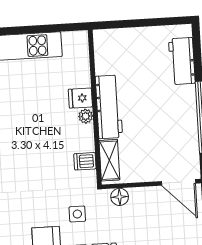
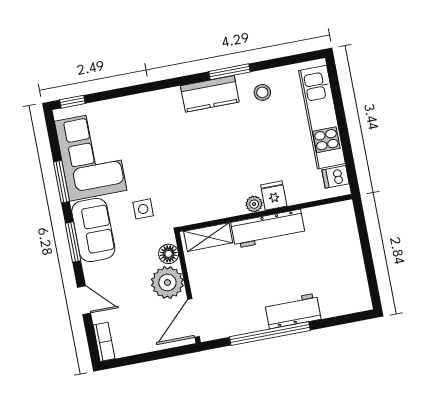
workbench: (182, 61) -> (293, 311), moved
dishwasher: (85, 161) -> (336, 177), moved, turned -90
plant: (145, 201) -> (167, 283), added

